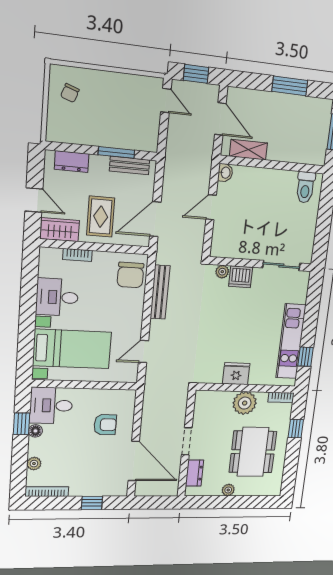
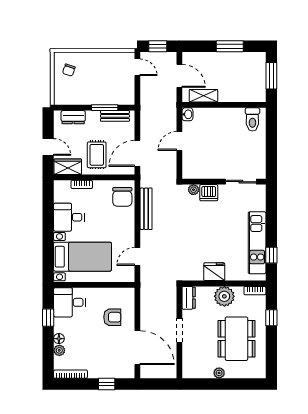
floor lamp: (35, 431) -> (59, 339), moved
dresser: (195, 473) -> (189, 298), moved

